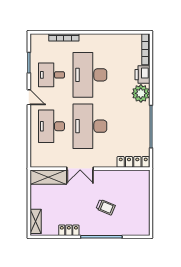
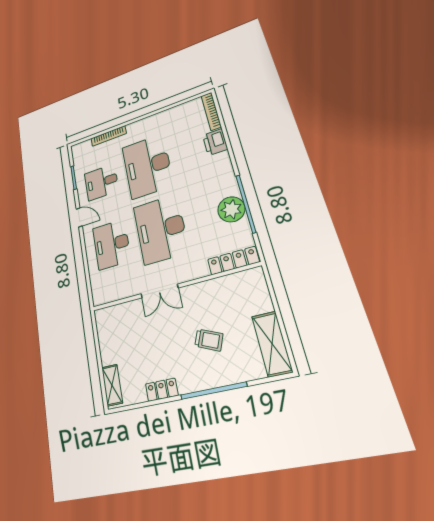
plant: (141, 93) -> (231, 209), moved
shelving: (48, 177) -> (272, 344), moved, turned 90

